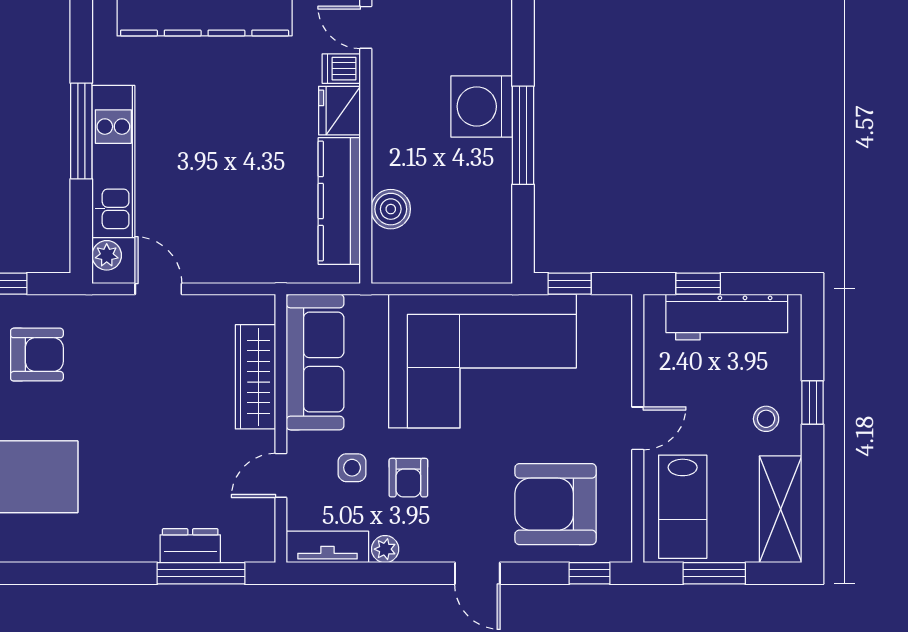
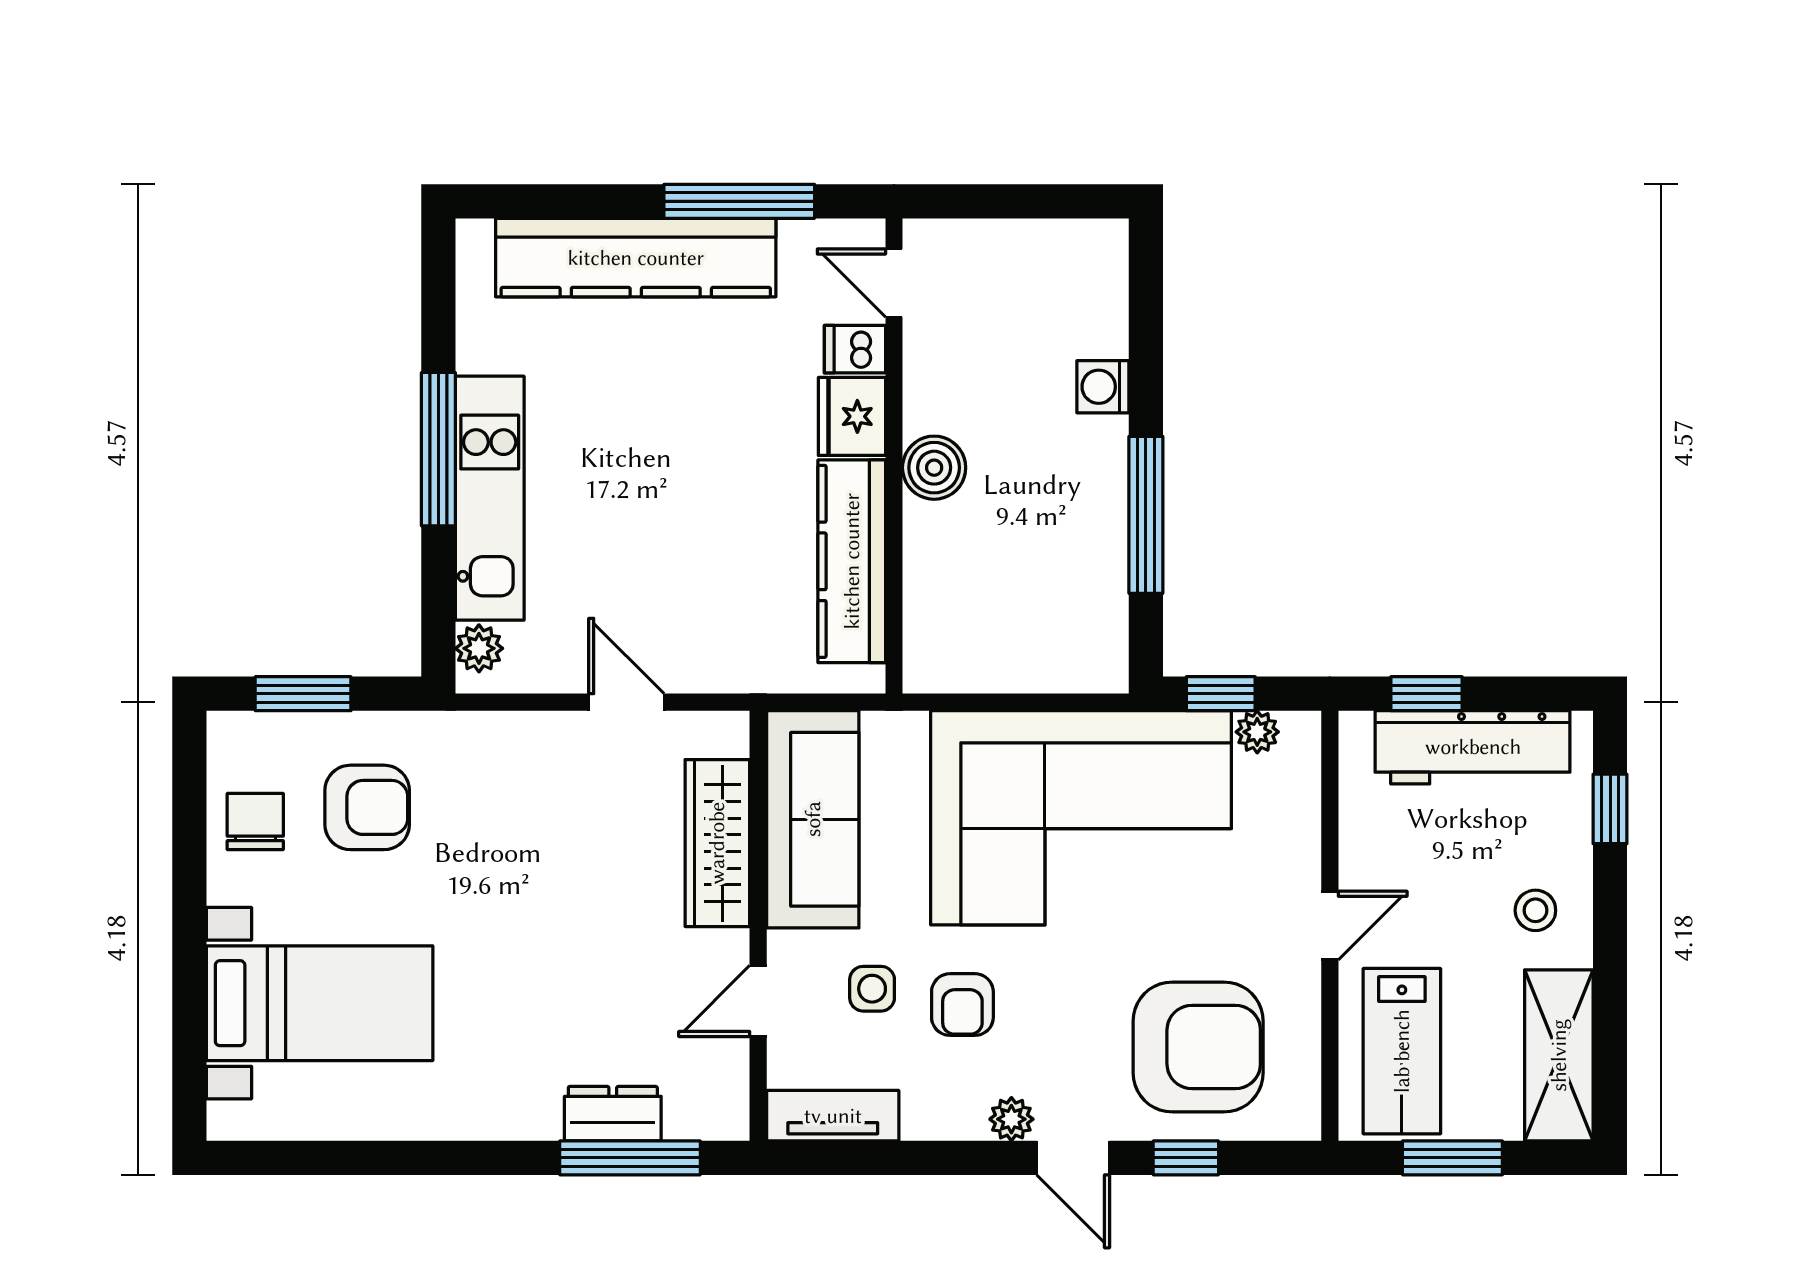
washing machine: (482, 106) -> (1103, 387), width x0.53, depth x0.53
window: (523, 135) -> (1146, 515), moved
boiler: (391, 209) -> (934, 468), moved
door: (158, 289) -> (626, 702), moved
plant: (592, 307) -> (1257, 732), added
window: (813, 402) -> (1610, 809), moved
armchair: (556, 504) -> (1198, 1047), turned 180
plant: (385, 549) -> (1011, 1119), moved
window: (590, 573) -> (1186, 1158), moved

